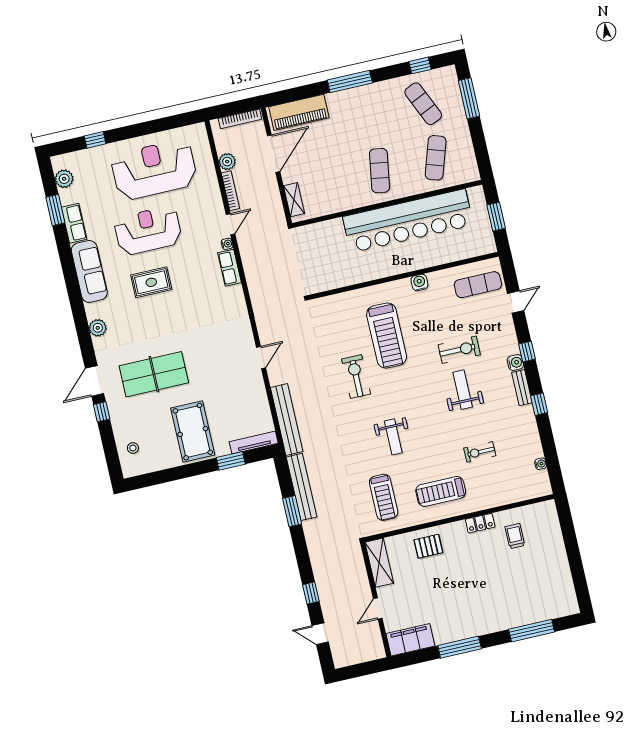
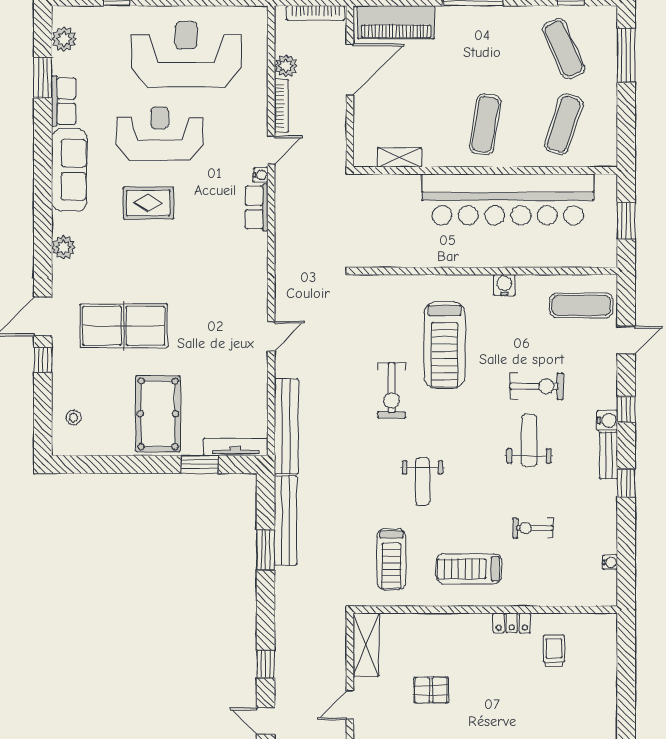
shelving: (294, 200) -> (399, 157), moved, turned 90
exercise bike: (356, 377) -> (392, 390), turned 180
pallet: (428, 546) -> (431, 690), moved

